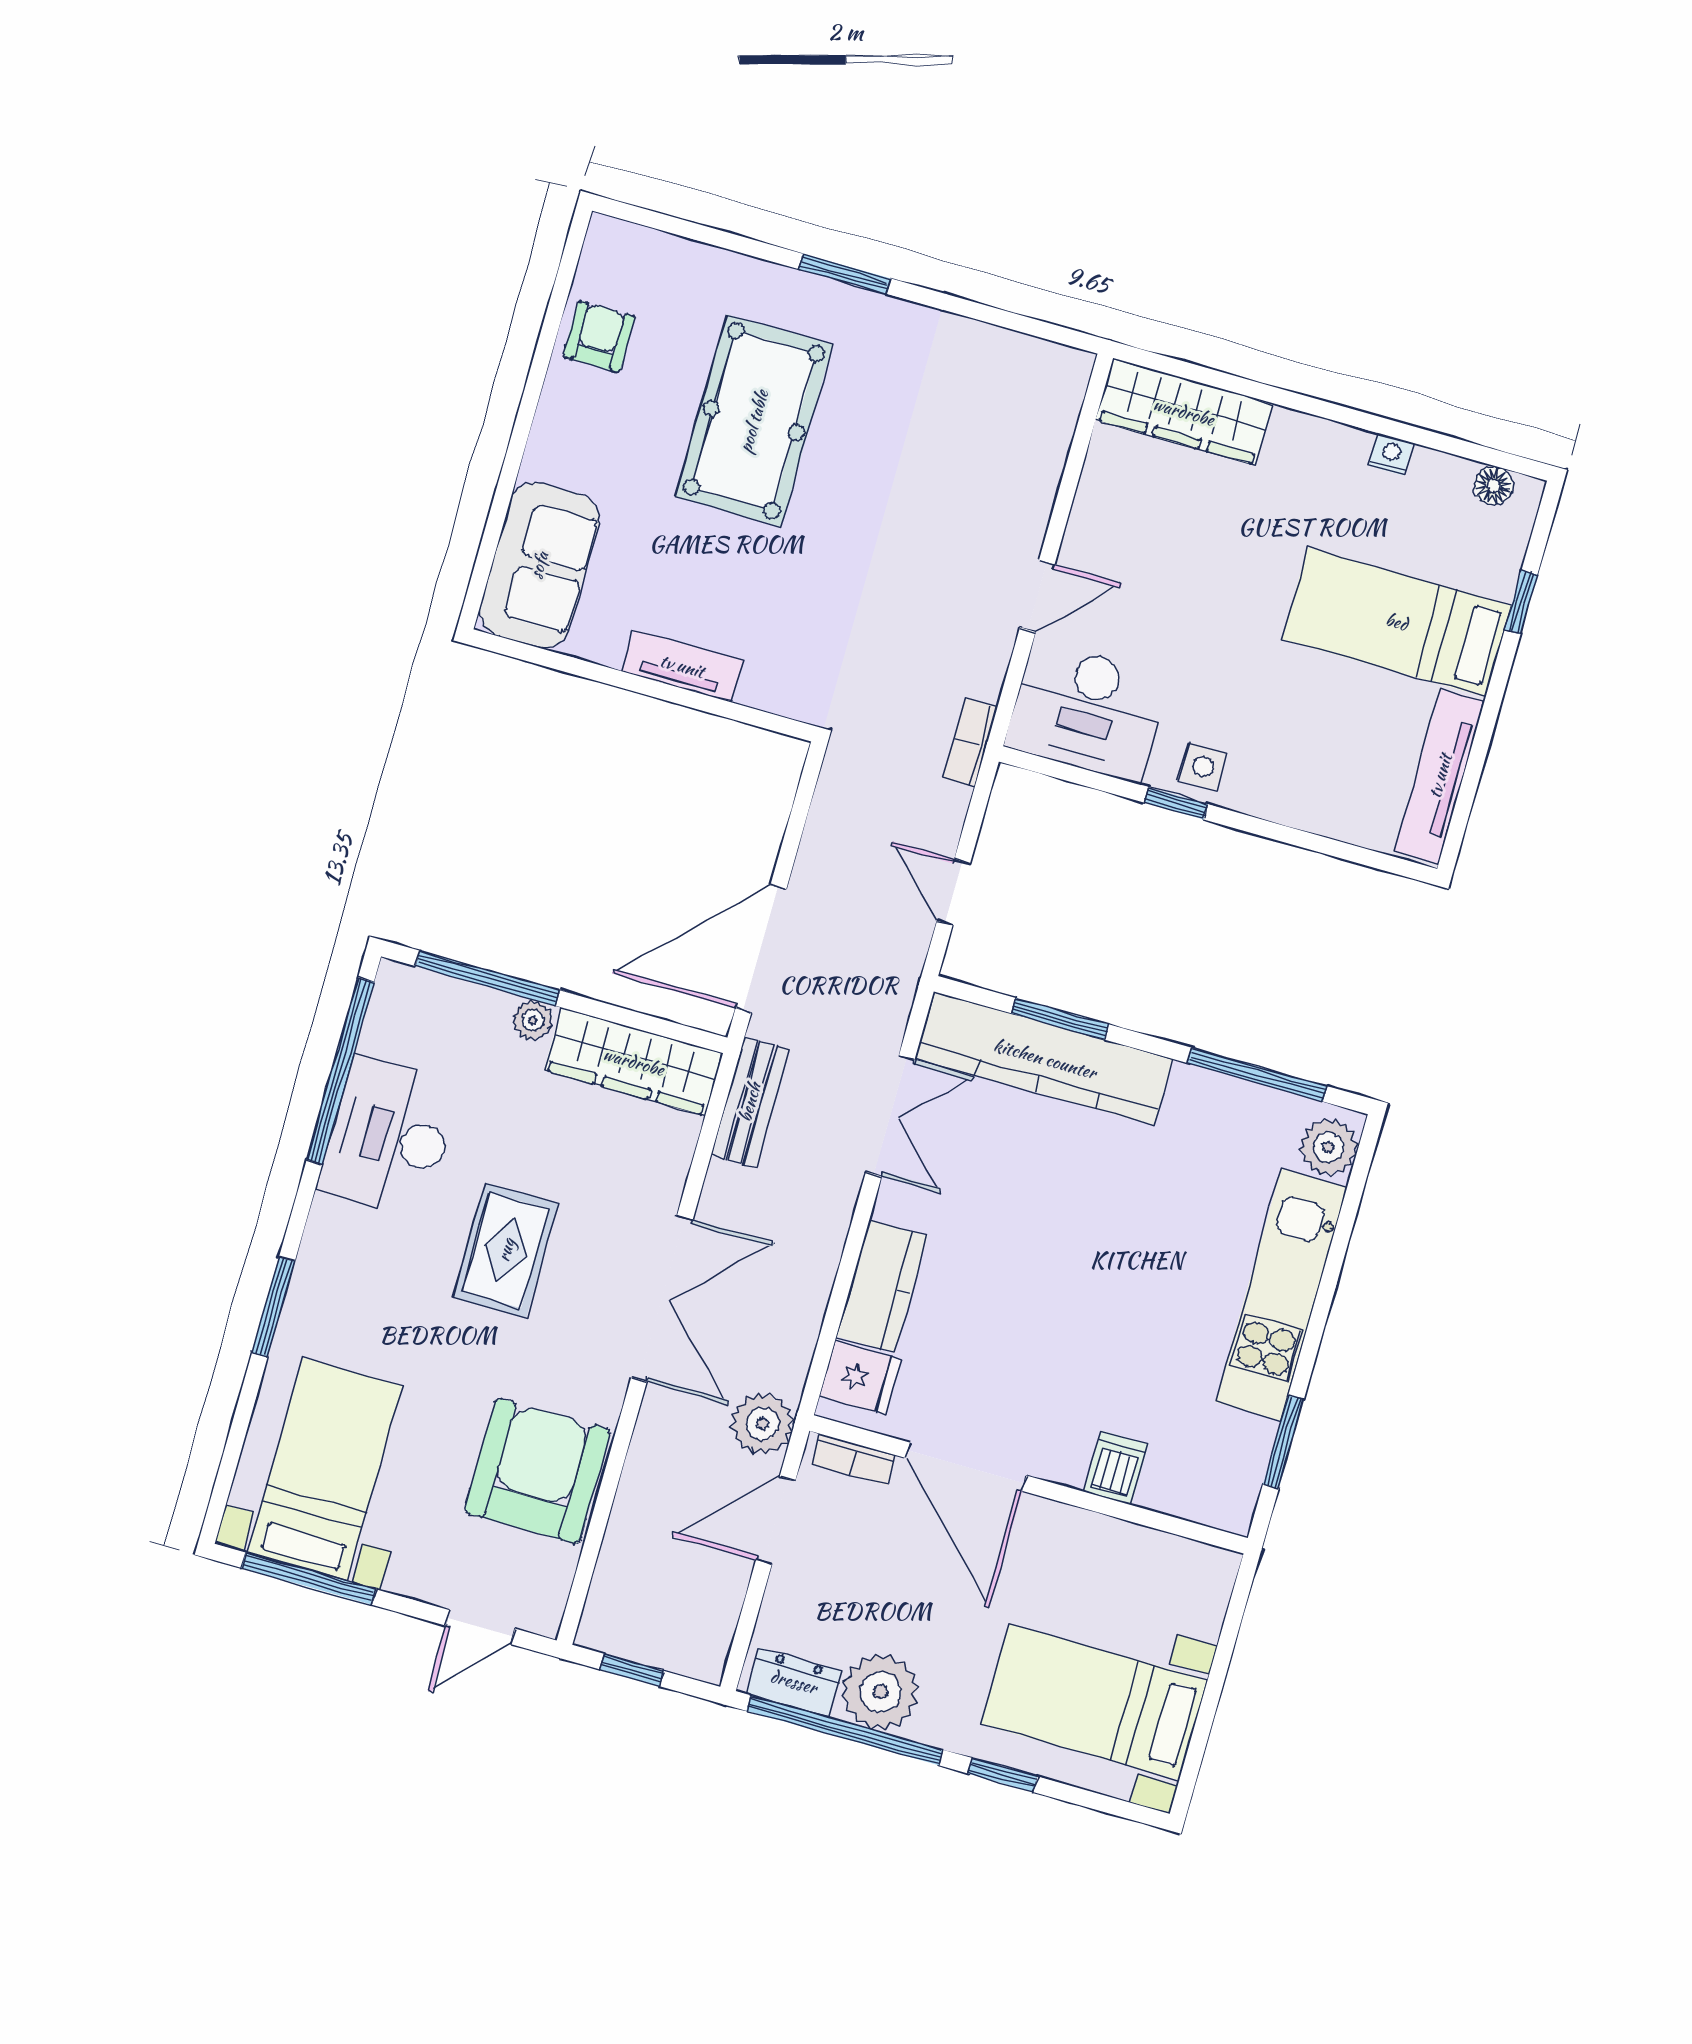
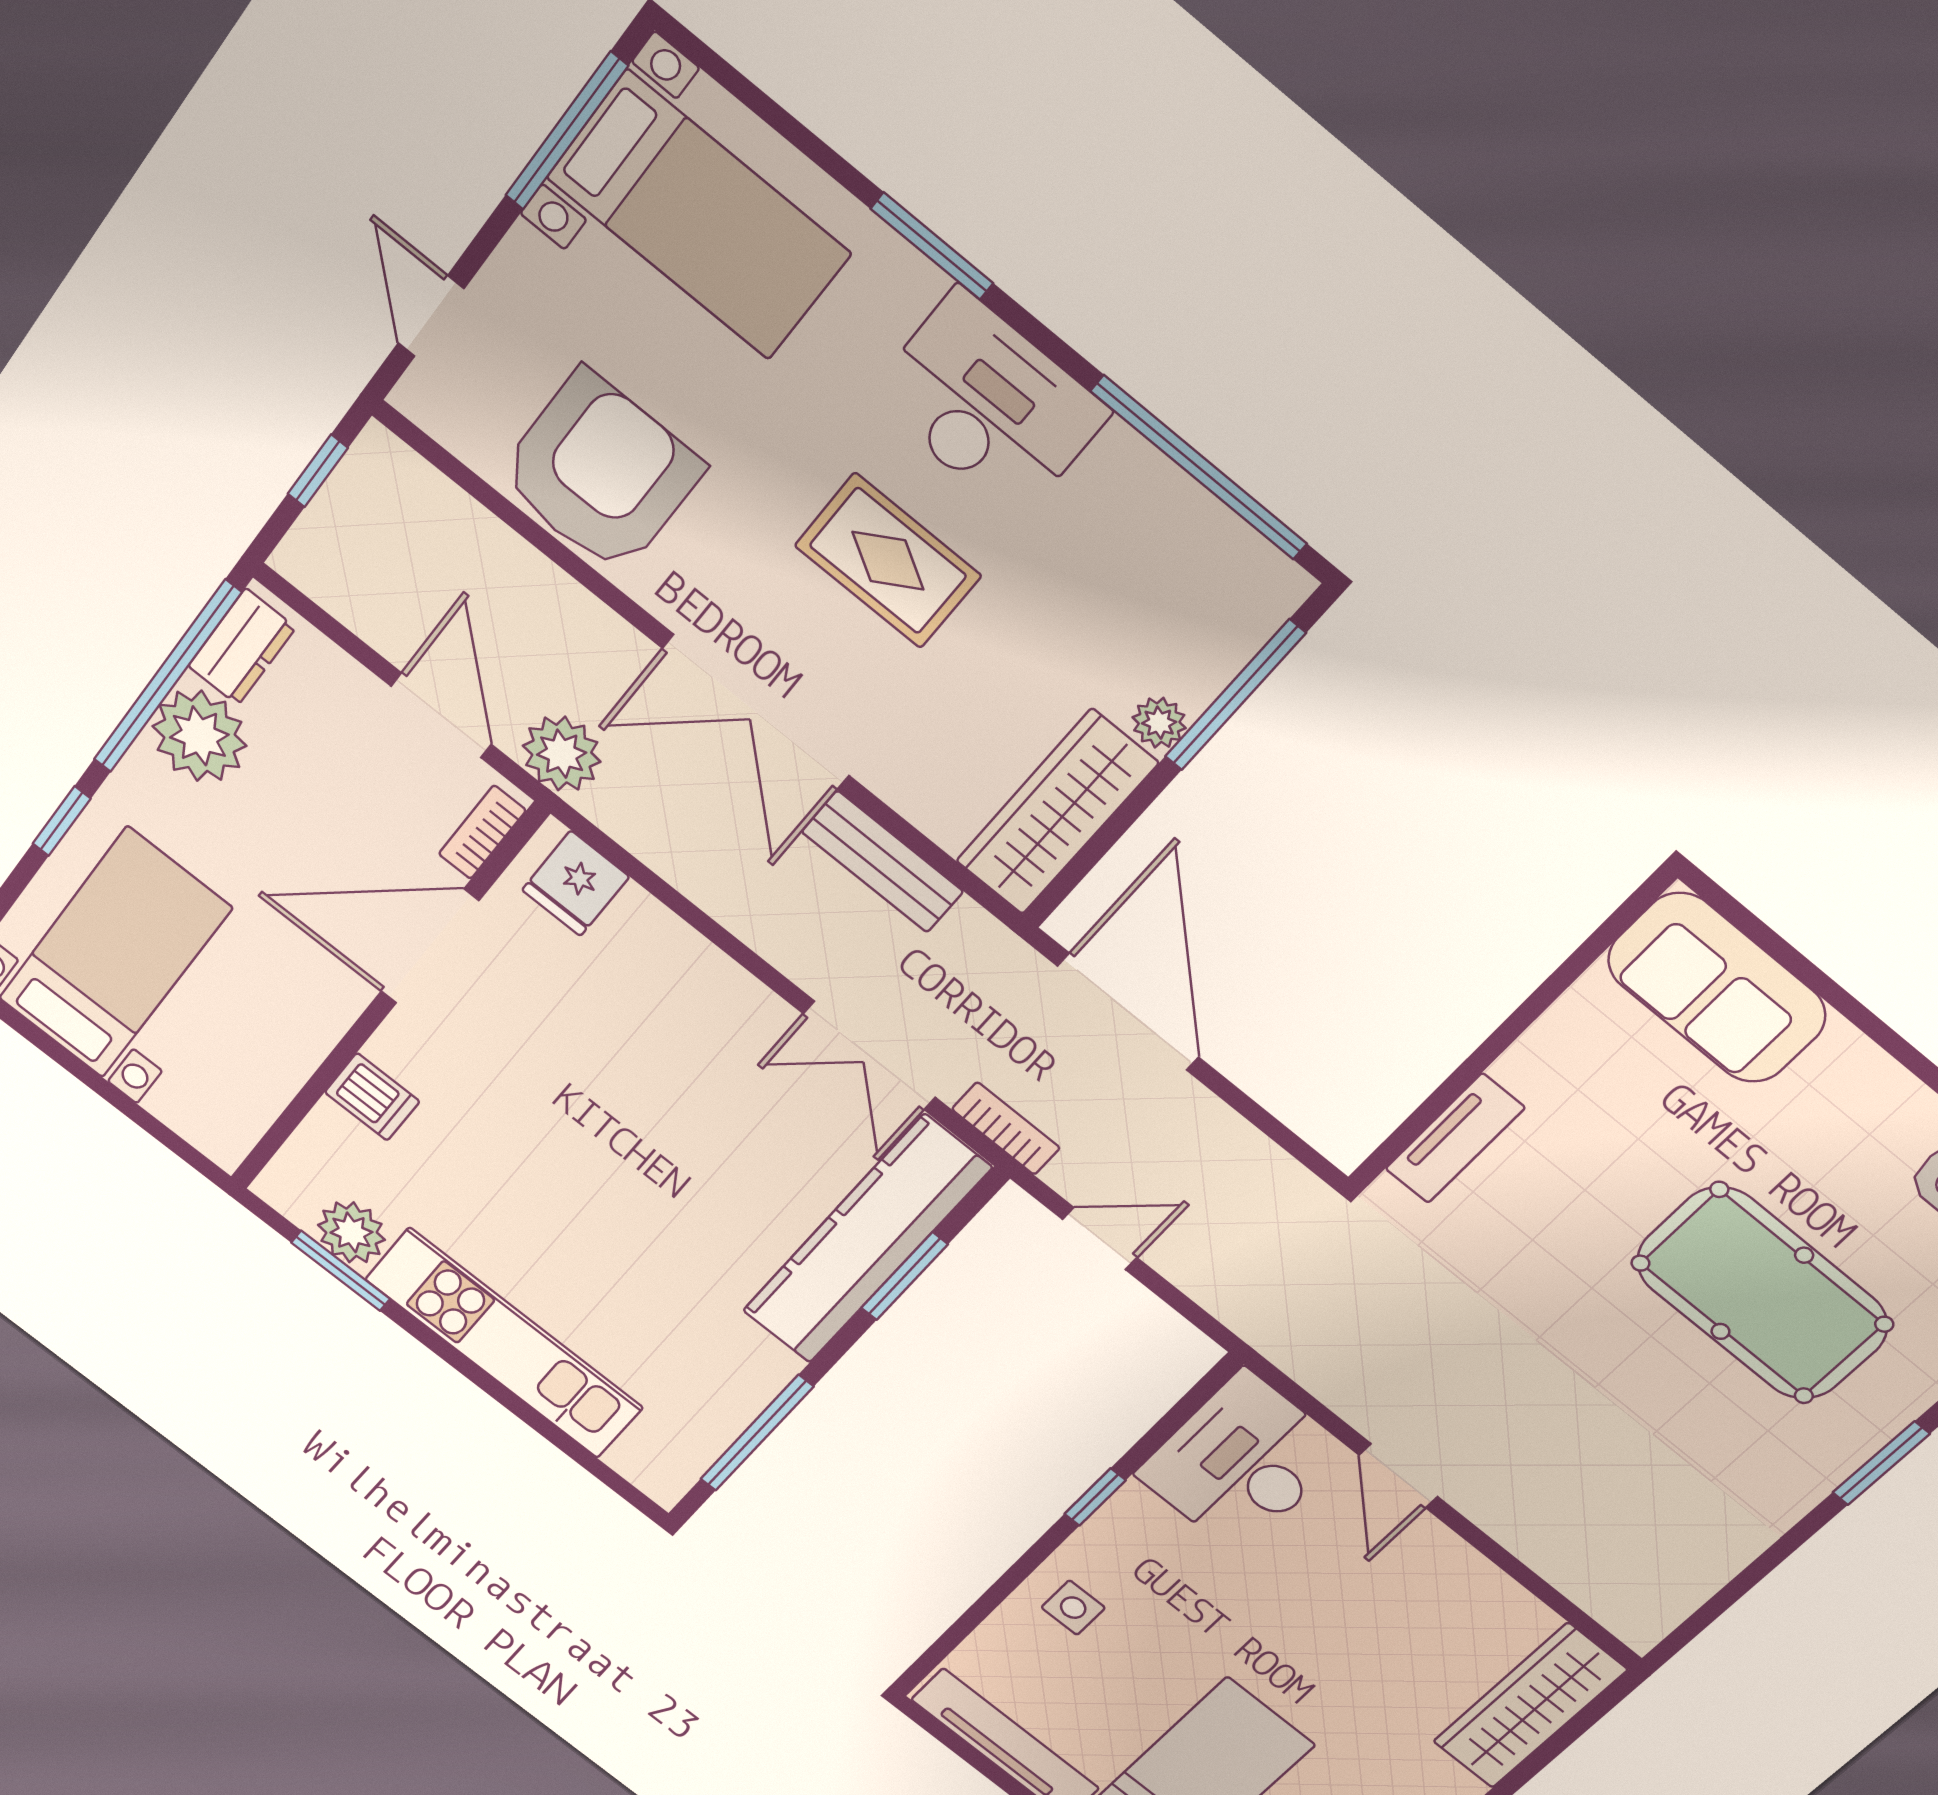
tv unit: (682, 666) -> (1455, 1138), moved
bookcase: (970, 743) -> (1006, 1128), moved
side table: (1203, 767) -> (1073, 1608), moved
bench: (750, 1102) -> (882, 862), moved
desk: (389, 1137) -> (988, 405), moved
plant: (1328, 1147) -> (351, 1232), moved
kitchen counter: (882, 1286) -> (674, 955), removed
armchair: (537, 1471) -> (600, 473), turned -90

